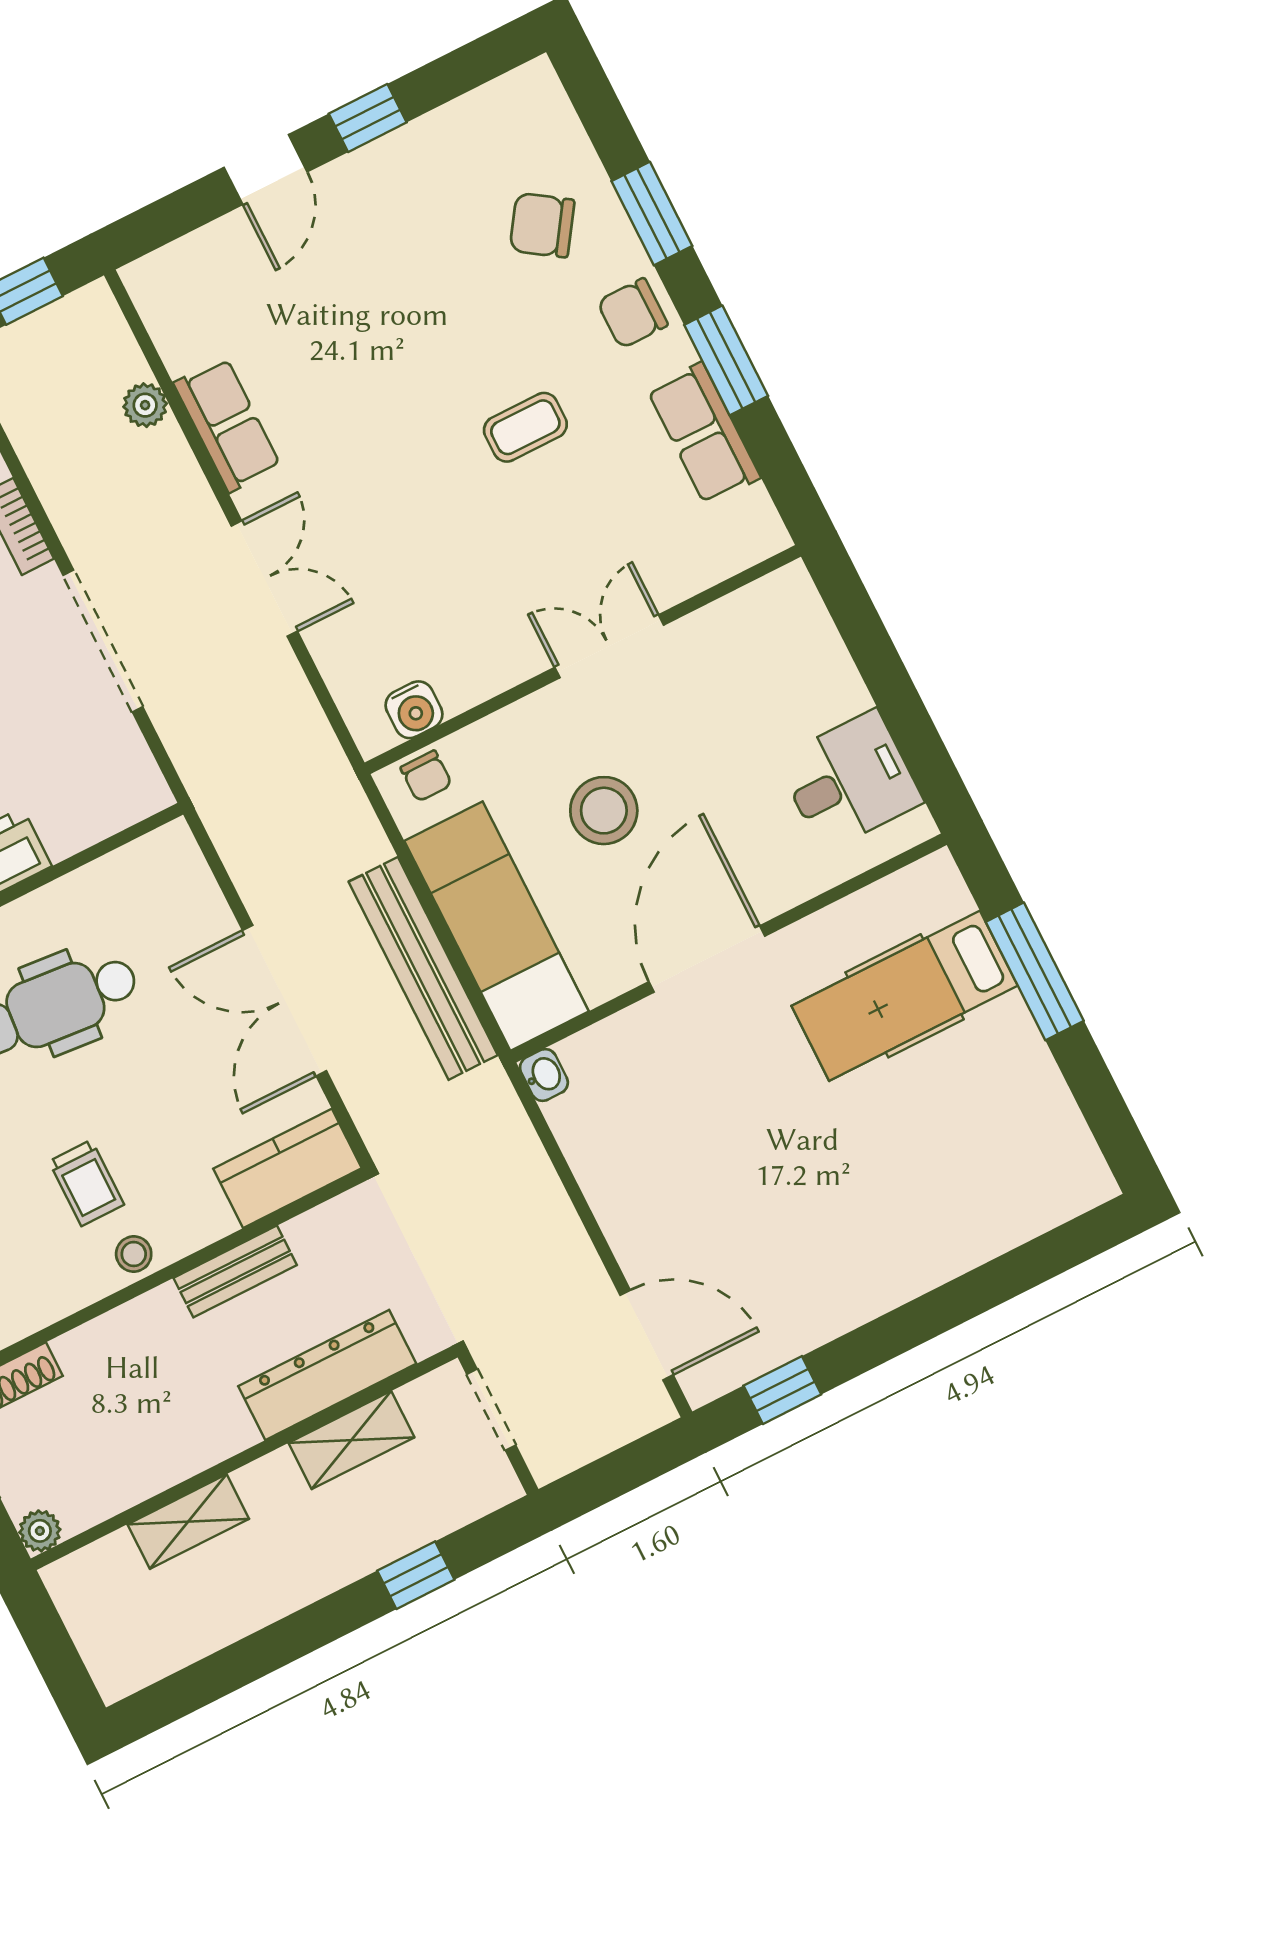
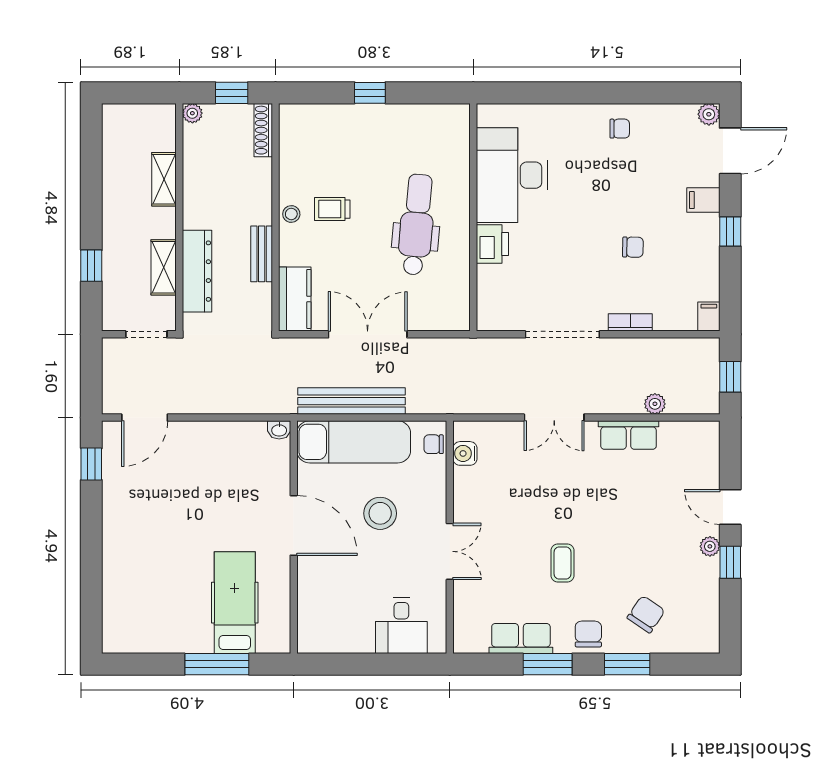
plant: (357, 171) -> (710, 546), added
desk: (850, 781) -> (401, 626), moved

